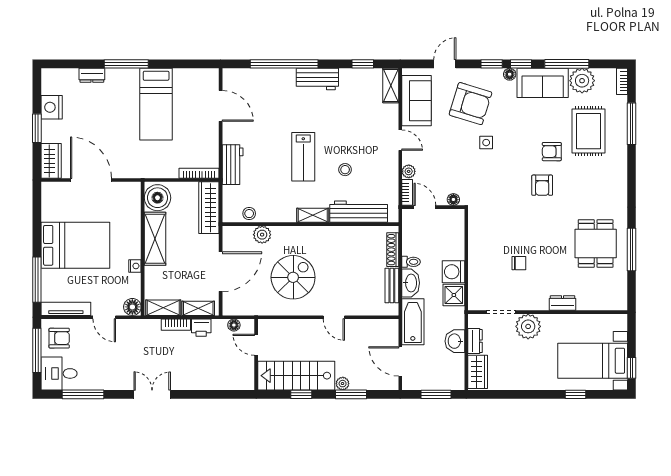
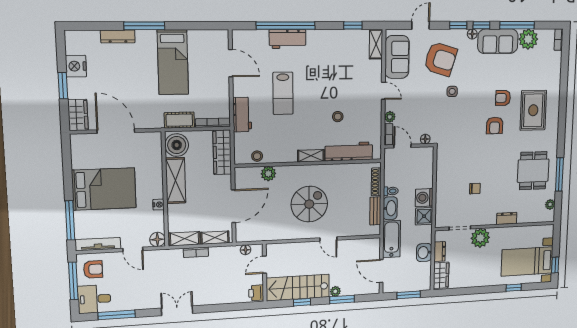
dresser: (92, 75) -> (118, 36), width x1.44
workbench: (317, 79) -> (288, 39), moved
window: (631, 124) -> (564, 74), removed
rug: (589, 131) -> (533, 110), moved
lab bench: (303, 157) -> (283, 93), moved
cot: (161, 169) -> (179, 120), added
spiral stairs: (293, 277) -> (309, 204), moved
plant: (621, 288) -> (550, 204), added
printer: (201, 328) -> (256, 293), moved, turned 90
door: (256, 345) -> (265, 265), hinge flipped

